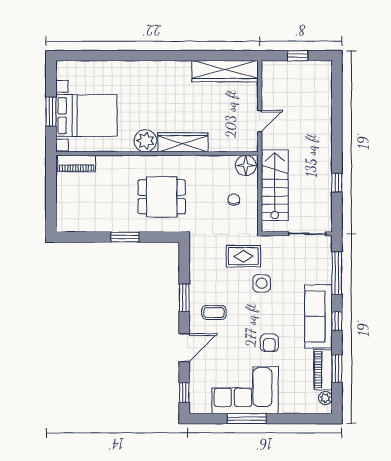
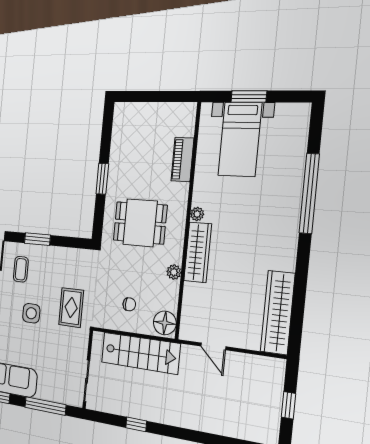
window: (128, 56) -> (309, 193), added
bed with nightstands: (86, 116) -> (240, 139), width x0.73
plant: (145, 141) -> (197, 214), width x0.53, depth x0.53
plant: (202, 162) -> (174, 272), added
piano: (77, 164) -> (182, 159), moved
dining table: (162, 197) -> (140, 223), turned 90
side table: (262, 283) -> (31, 313), moved

